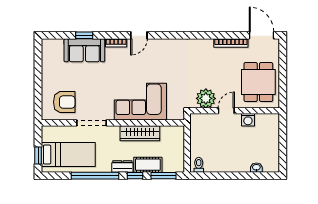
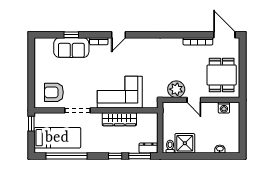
armchair: (64, 102) -> (54, 92), turned 180
door: (226, 111) -> (194, 100), swing flipped
washing machine: (248, 120) -> (224, 108), moved
window: (38, 156) -> (31, 124), moved
shower: (216, 161) -> (185, 143), added
cot: (148, 165) -> (126, 146), removed
dresser: (122, 166) -> (148, 148), moved
window: (95, 176) -> (66, 156), moved

